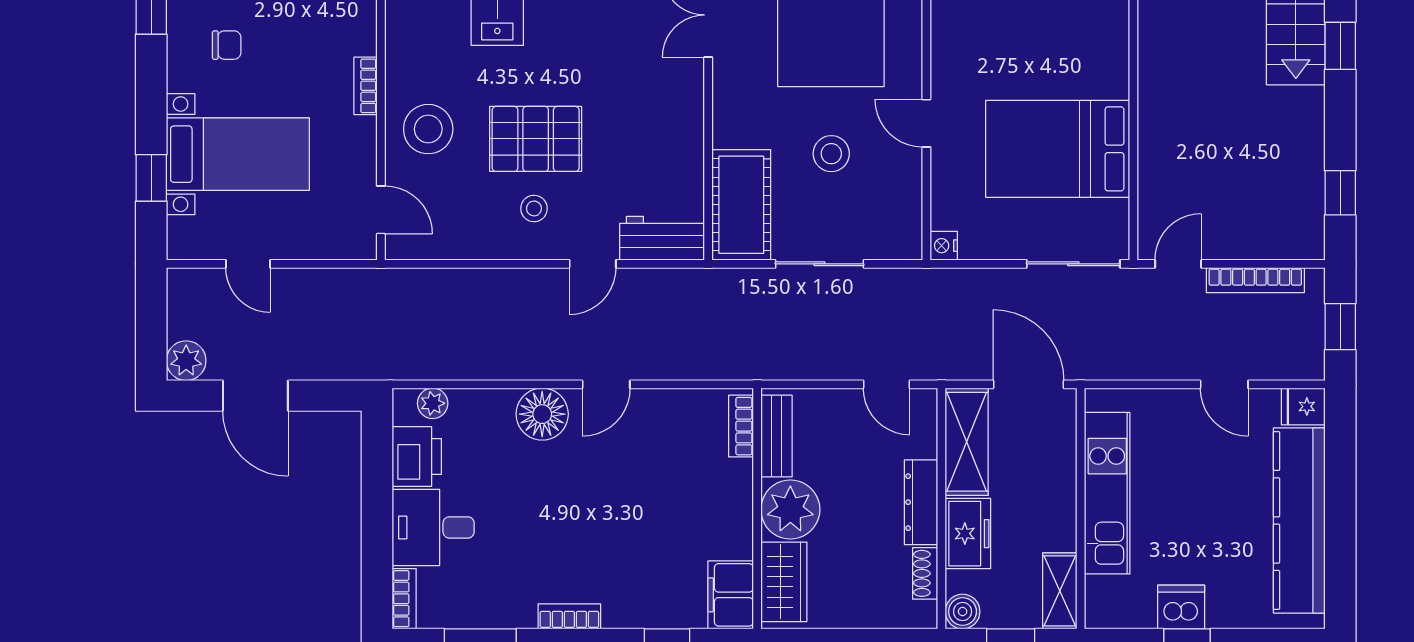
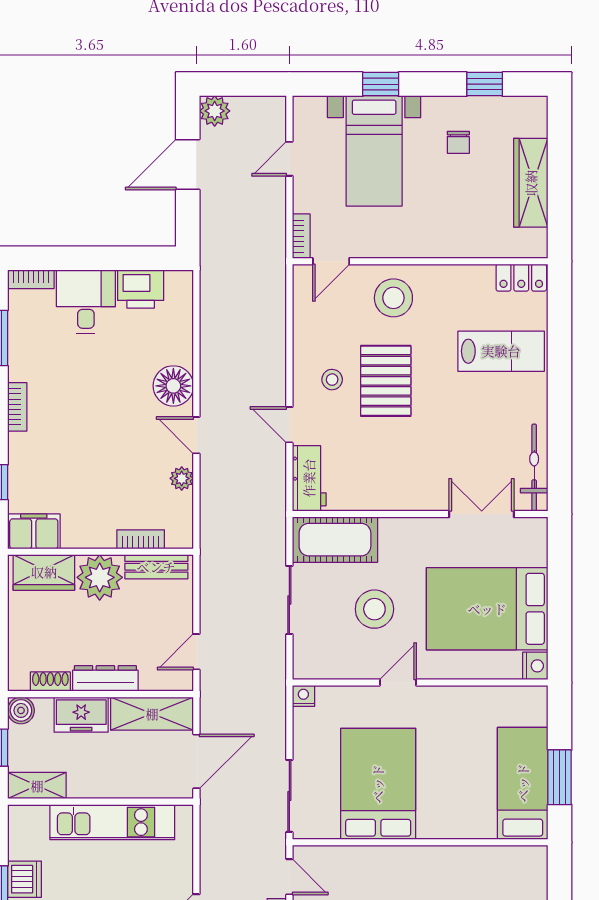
bookcase: (365, 86) -> (301, 236), moved, turned 90
stool: (831, 154) -> (374, 609), width x1.38, depth x1.38
window: (151, 178) -> (381, 84), moved
plant: (433, 403) -> (182, 478), moved
bookcase: (741, 426) -> (141, 539), moved

